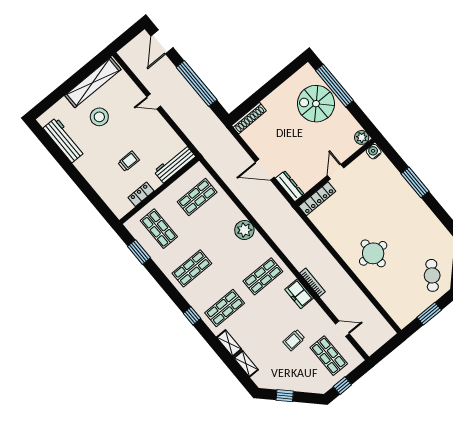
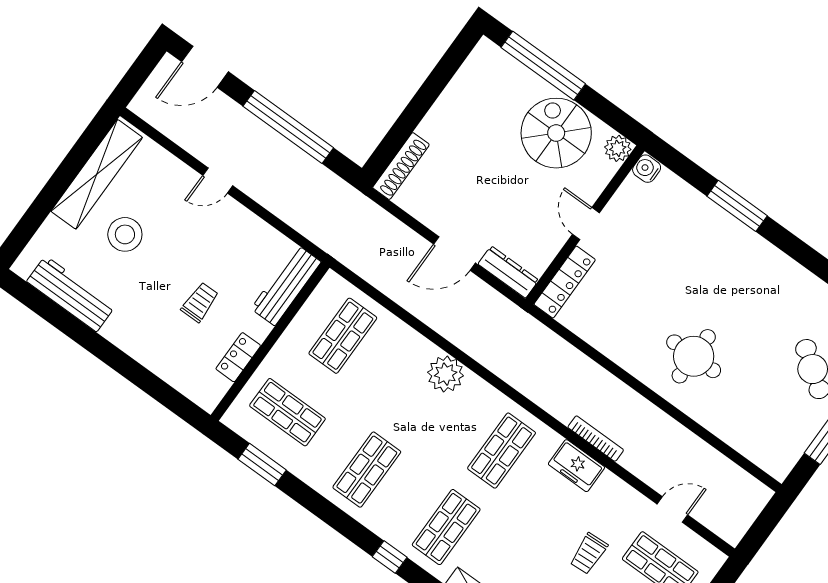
door: (162, 42) -> (205, 67), hinge flipped
spiral stairs: (316, 104) -> (556, 133), moved, turned 90

